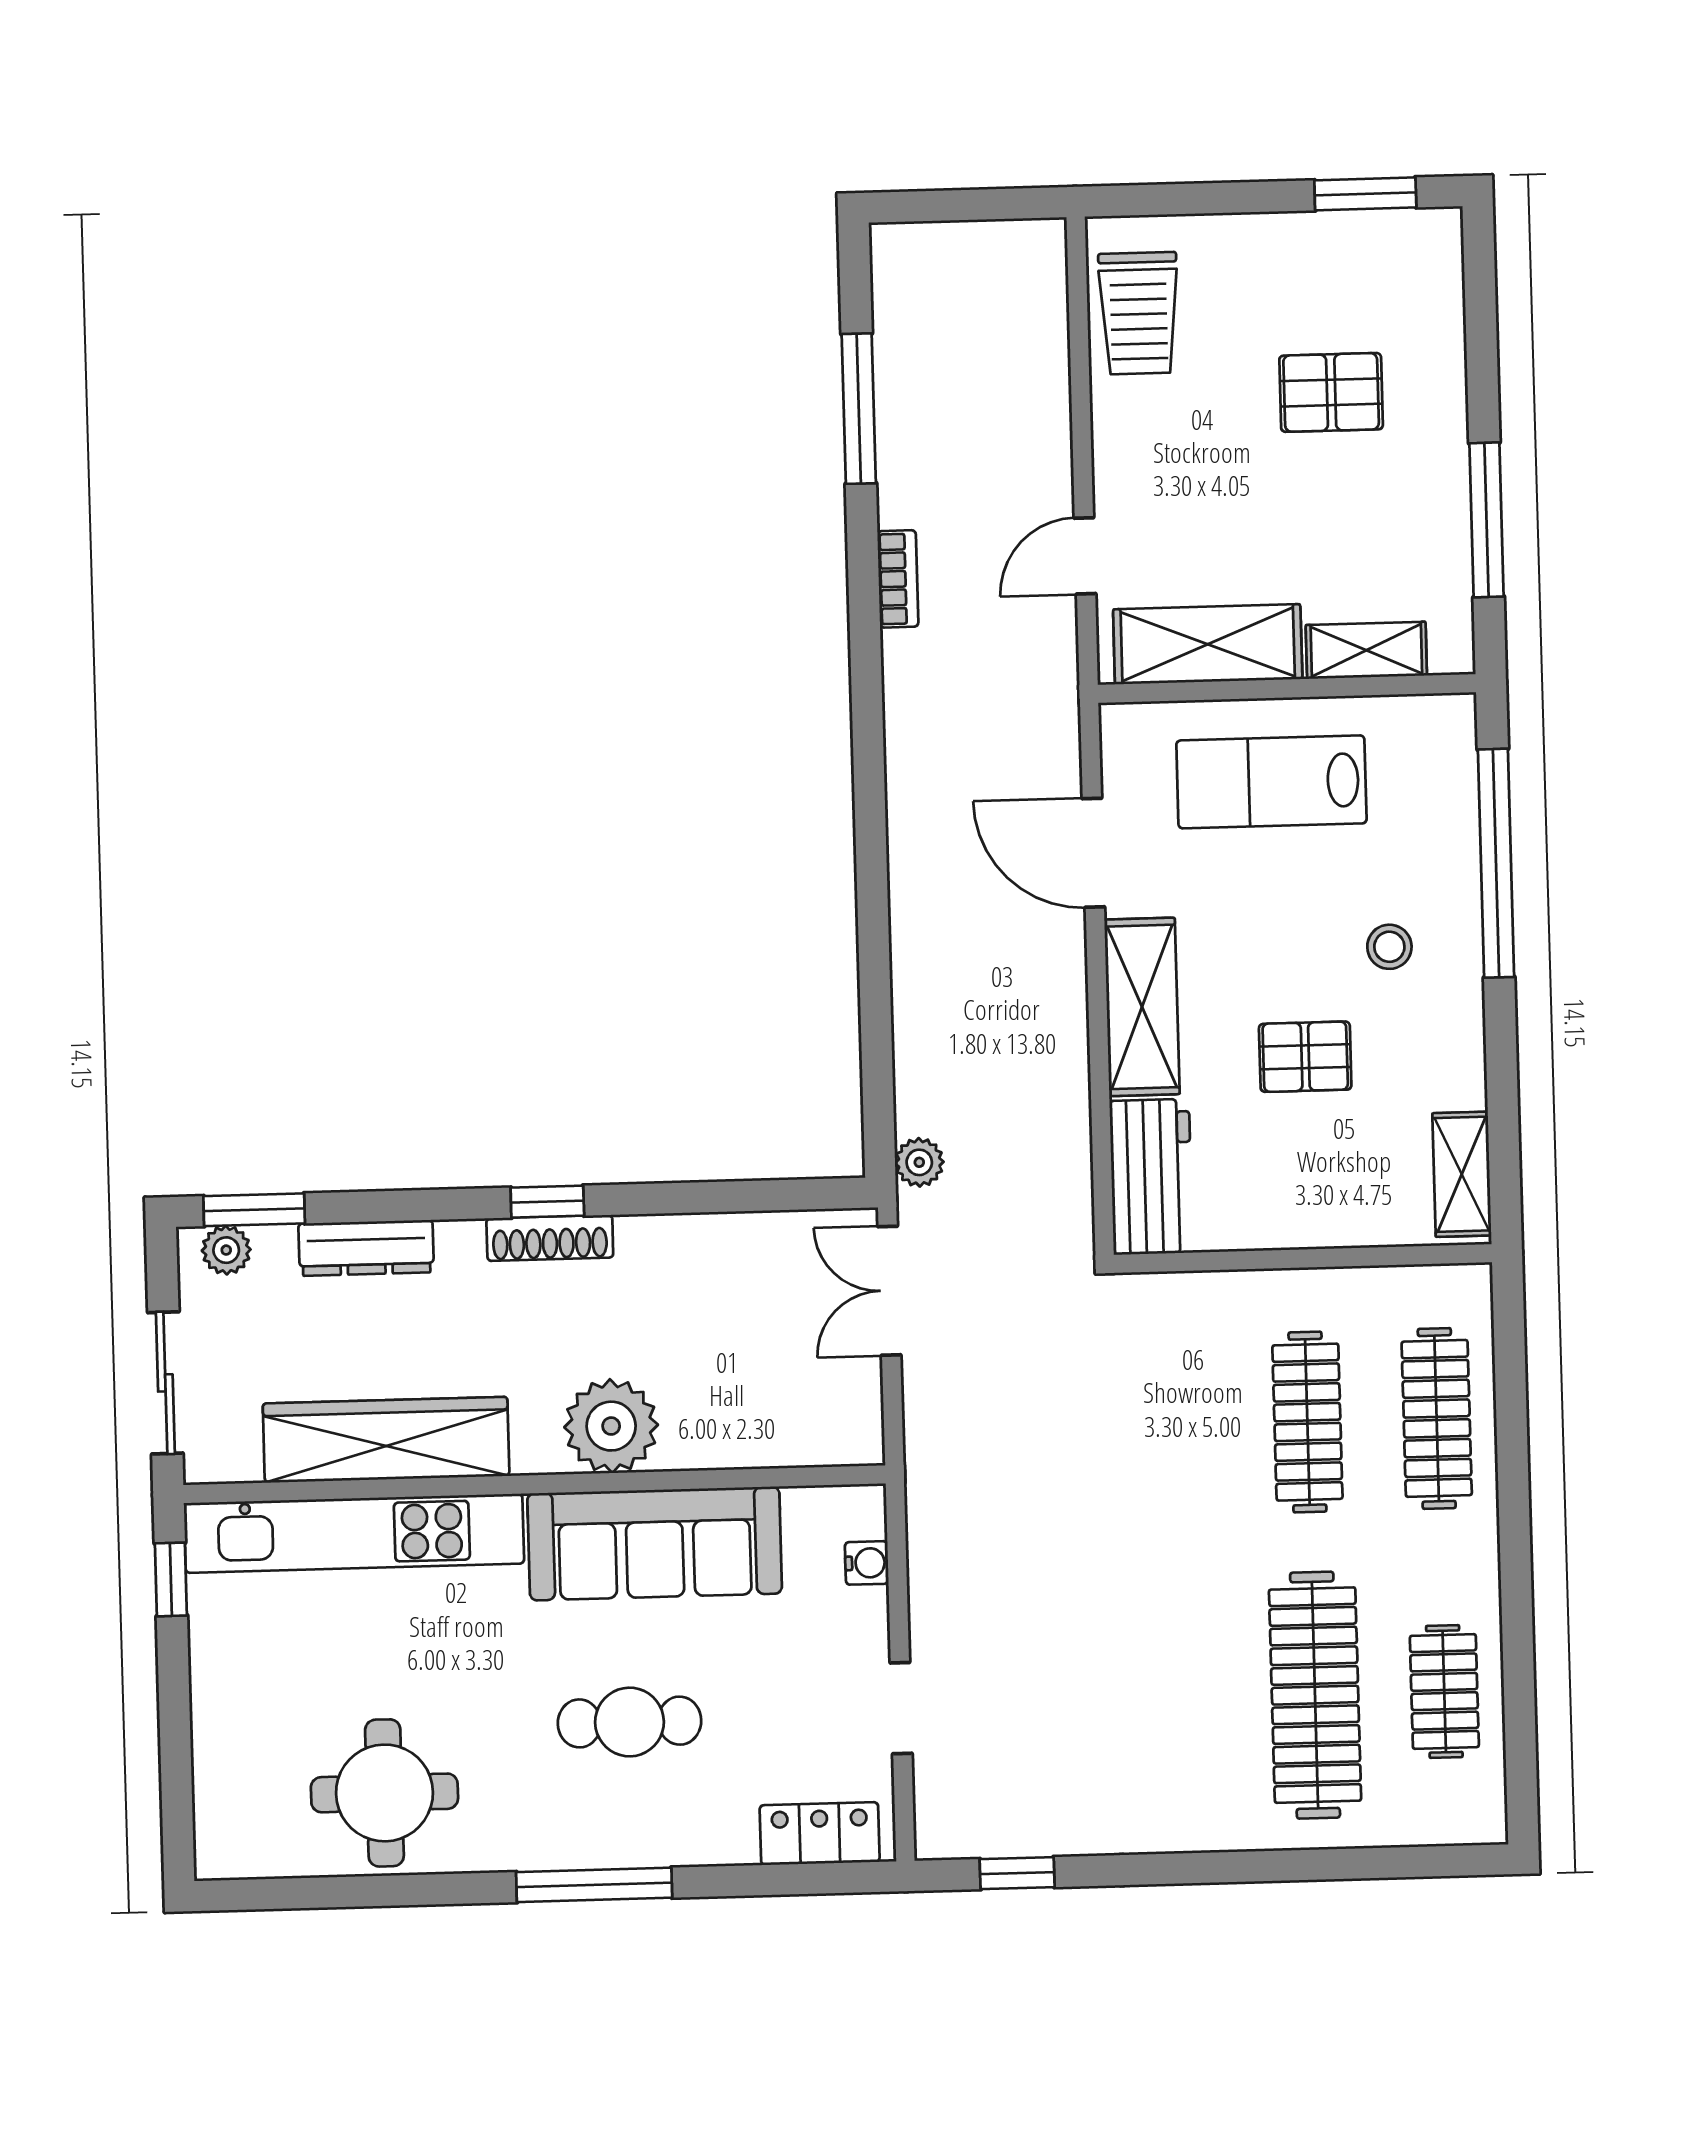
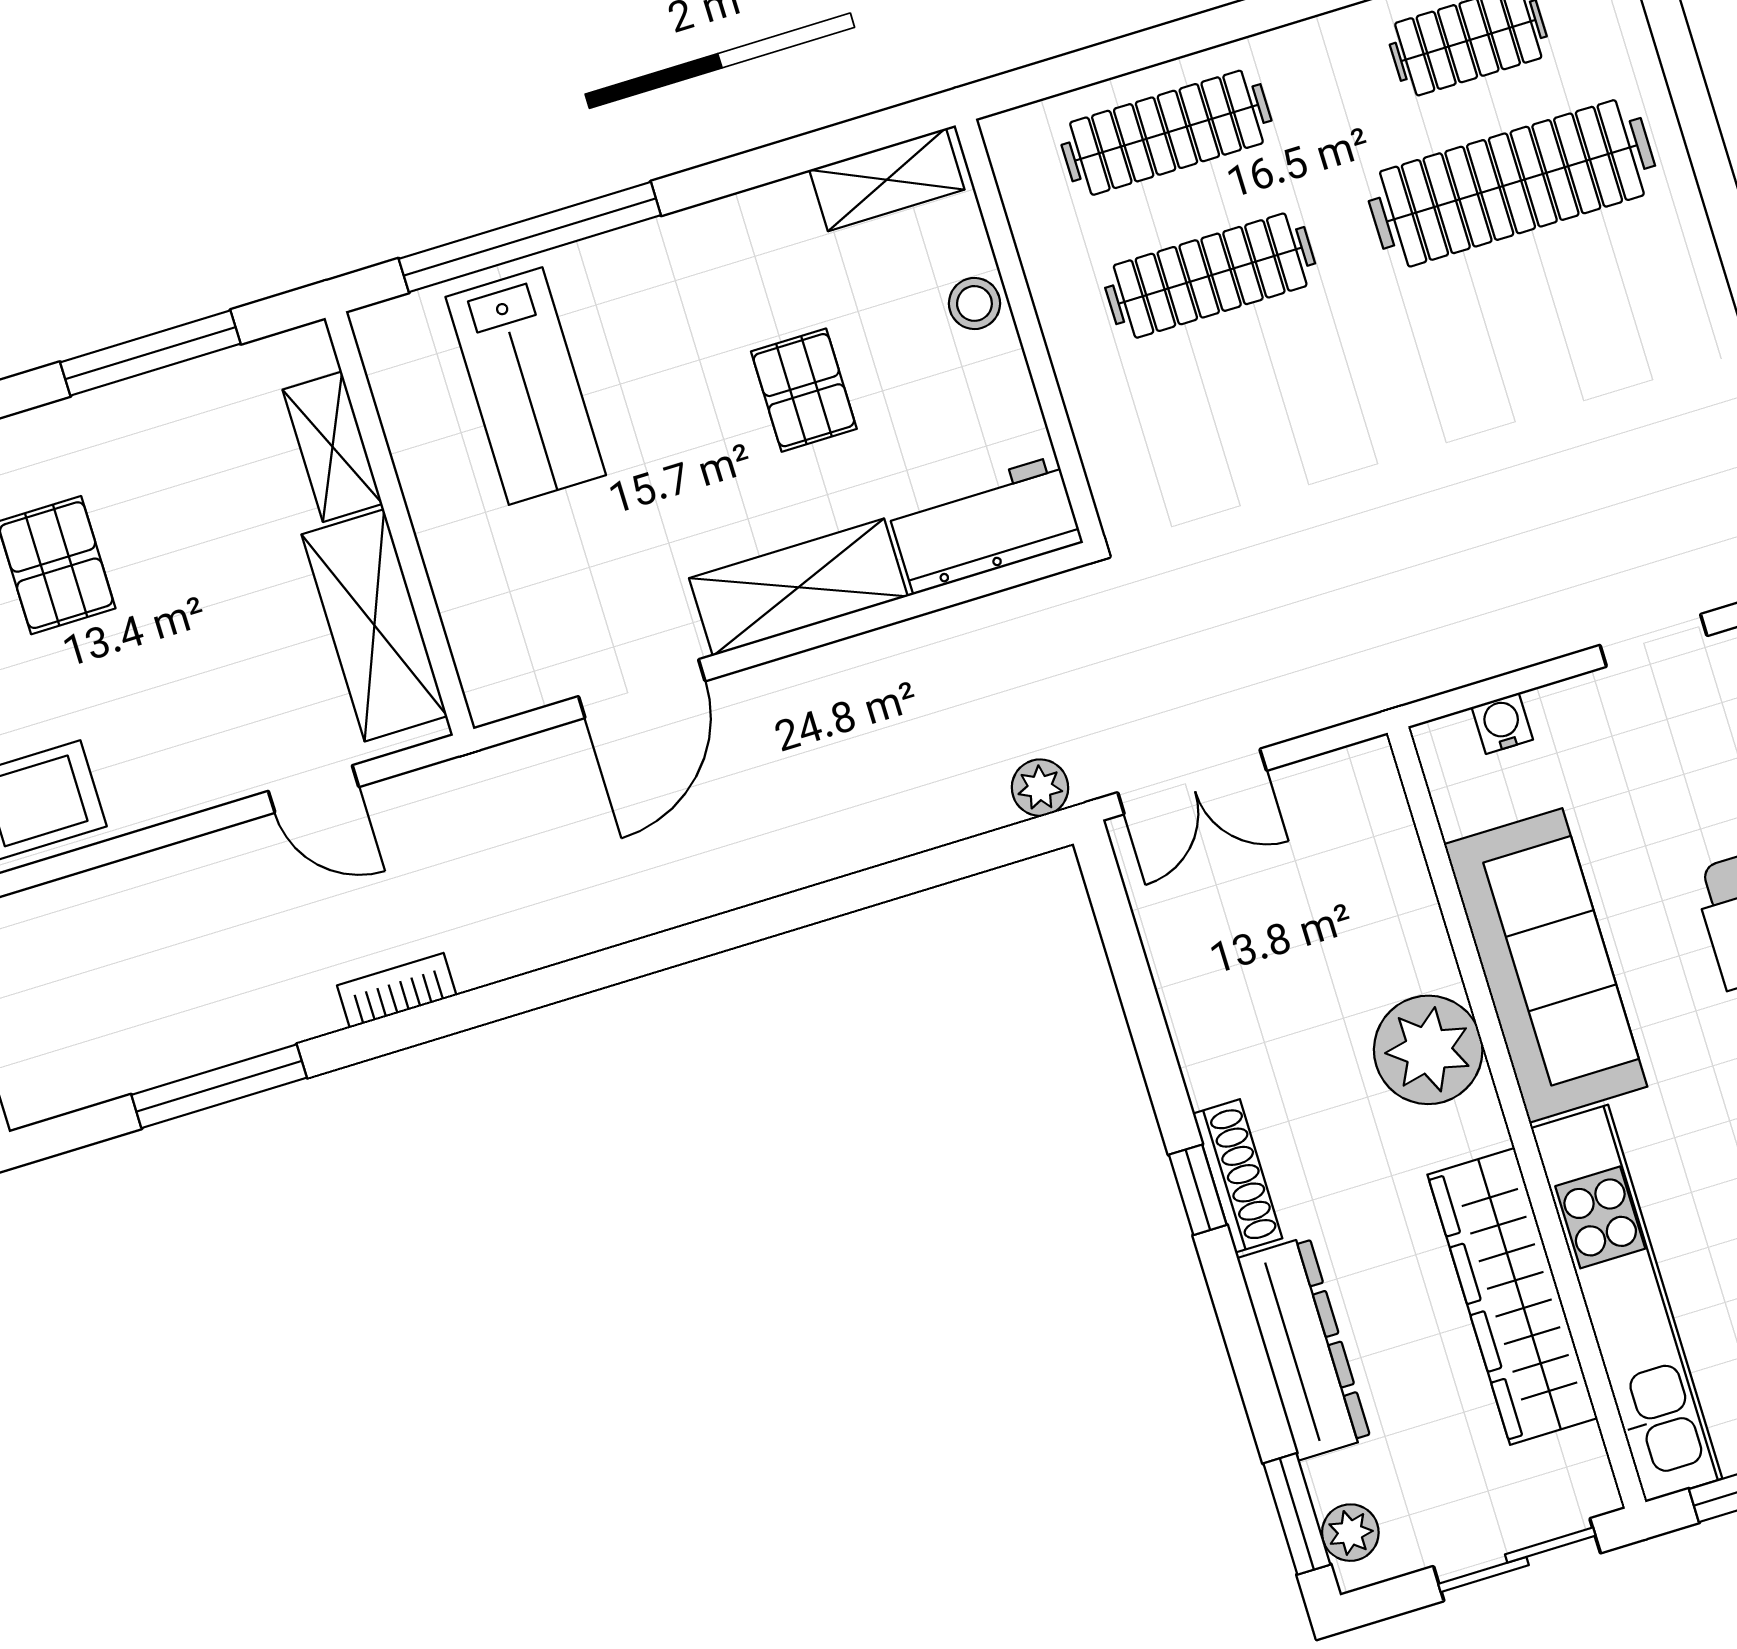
lab bench: (1271, 782) -> (526, 386), moved
stool: (1389, 947) -> (974, 303), moved
dresser: (366, 1248) -> (1304, 1348), width x1.37, depth x1.24

